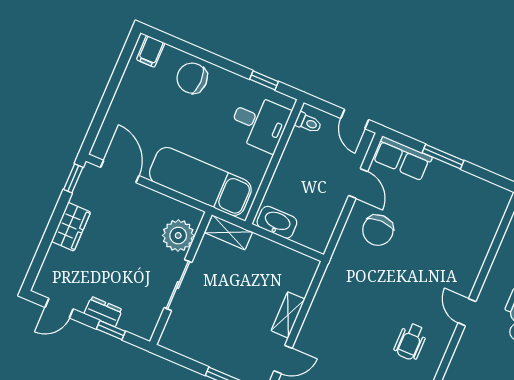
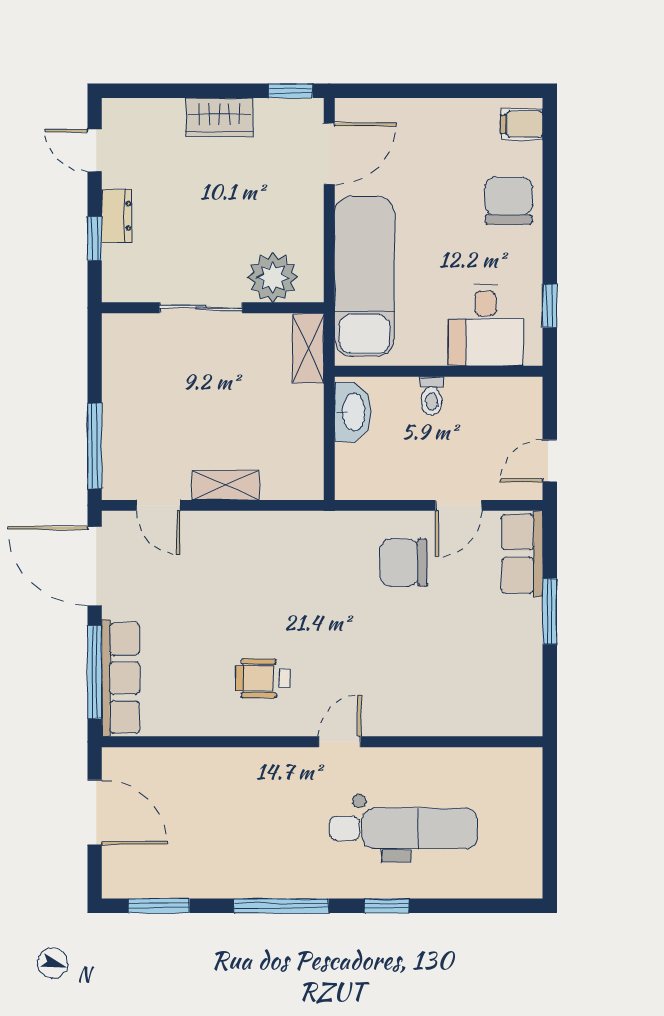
toilet: (308, 123) -> (432, 396), moved

